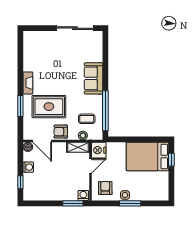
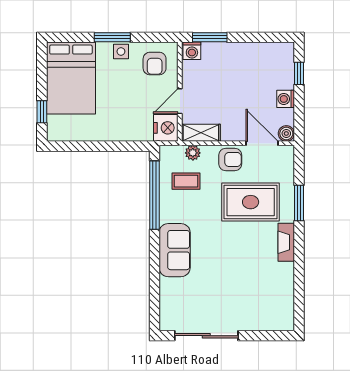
bed: (147, 157) -> (71, 78), moved, turned 90

